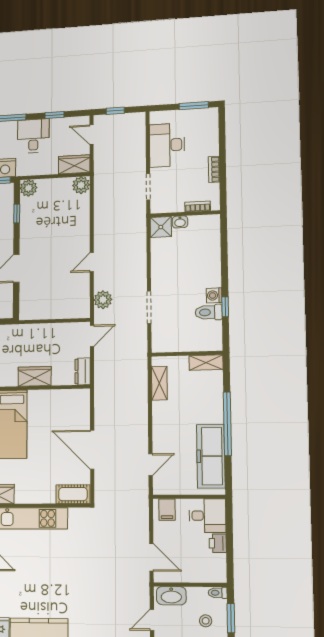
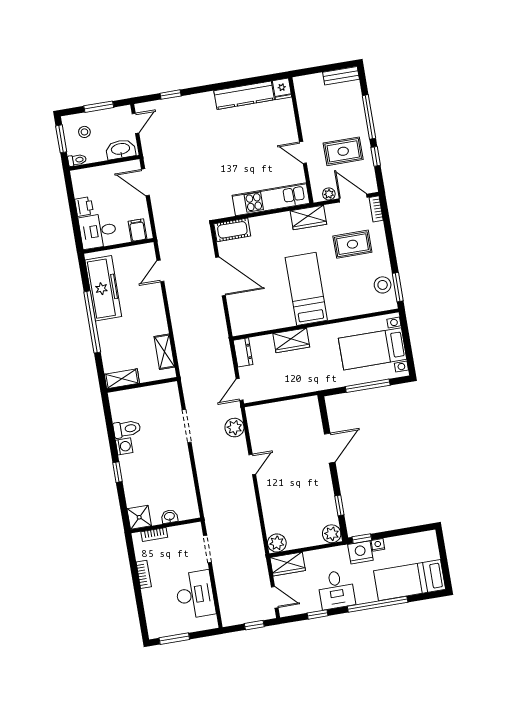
shower: (161, 227) -> (139, 517), moved
window: (225, 307) -> (118, 472), moved

